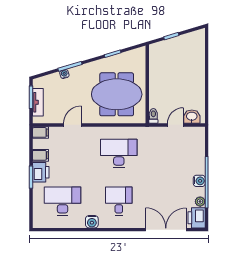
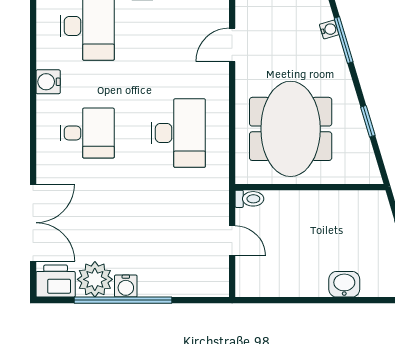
washbasin: (192, 117) -> (344, 284), moved, turned -90
door: (72, 125) -> (232, 45), swing flipped
plant: (200, 202) -> (95, 279), width x1.88, depth x1.88

